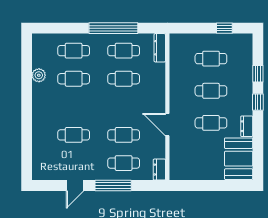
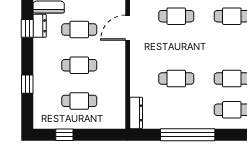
cafe table: (124, 51) -> (176, 110), removed
window: (258, 102) -> (27, 28), moved
door: (167, 125) -> (128, 28), swing flipped

